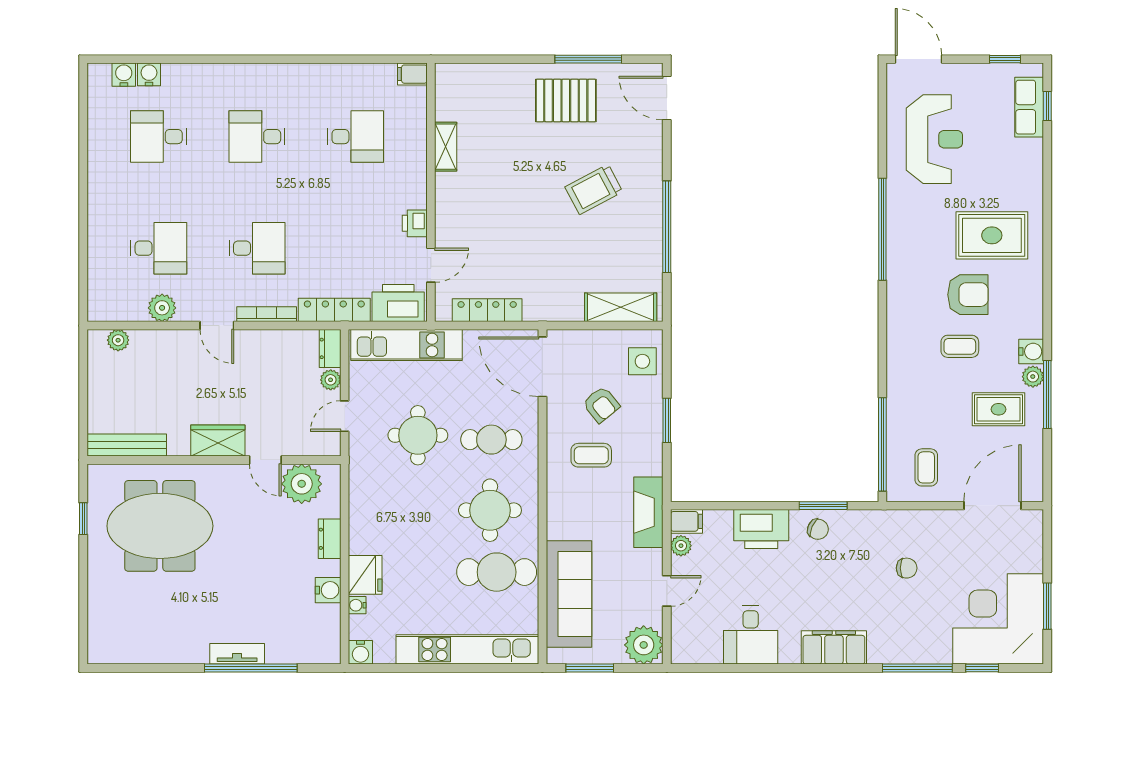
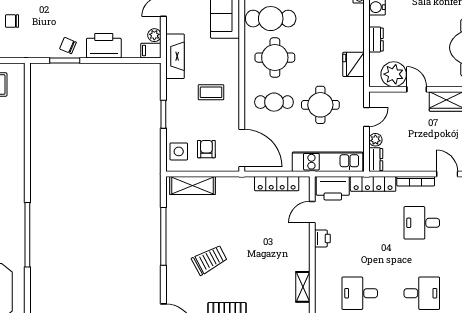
armchair: (601, 405) -> (206, 149), moved, turned 39
window: (882, 444) -> (27, 99), removed
fridge: (365, 575) -> (354, 64), moved

